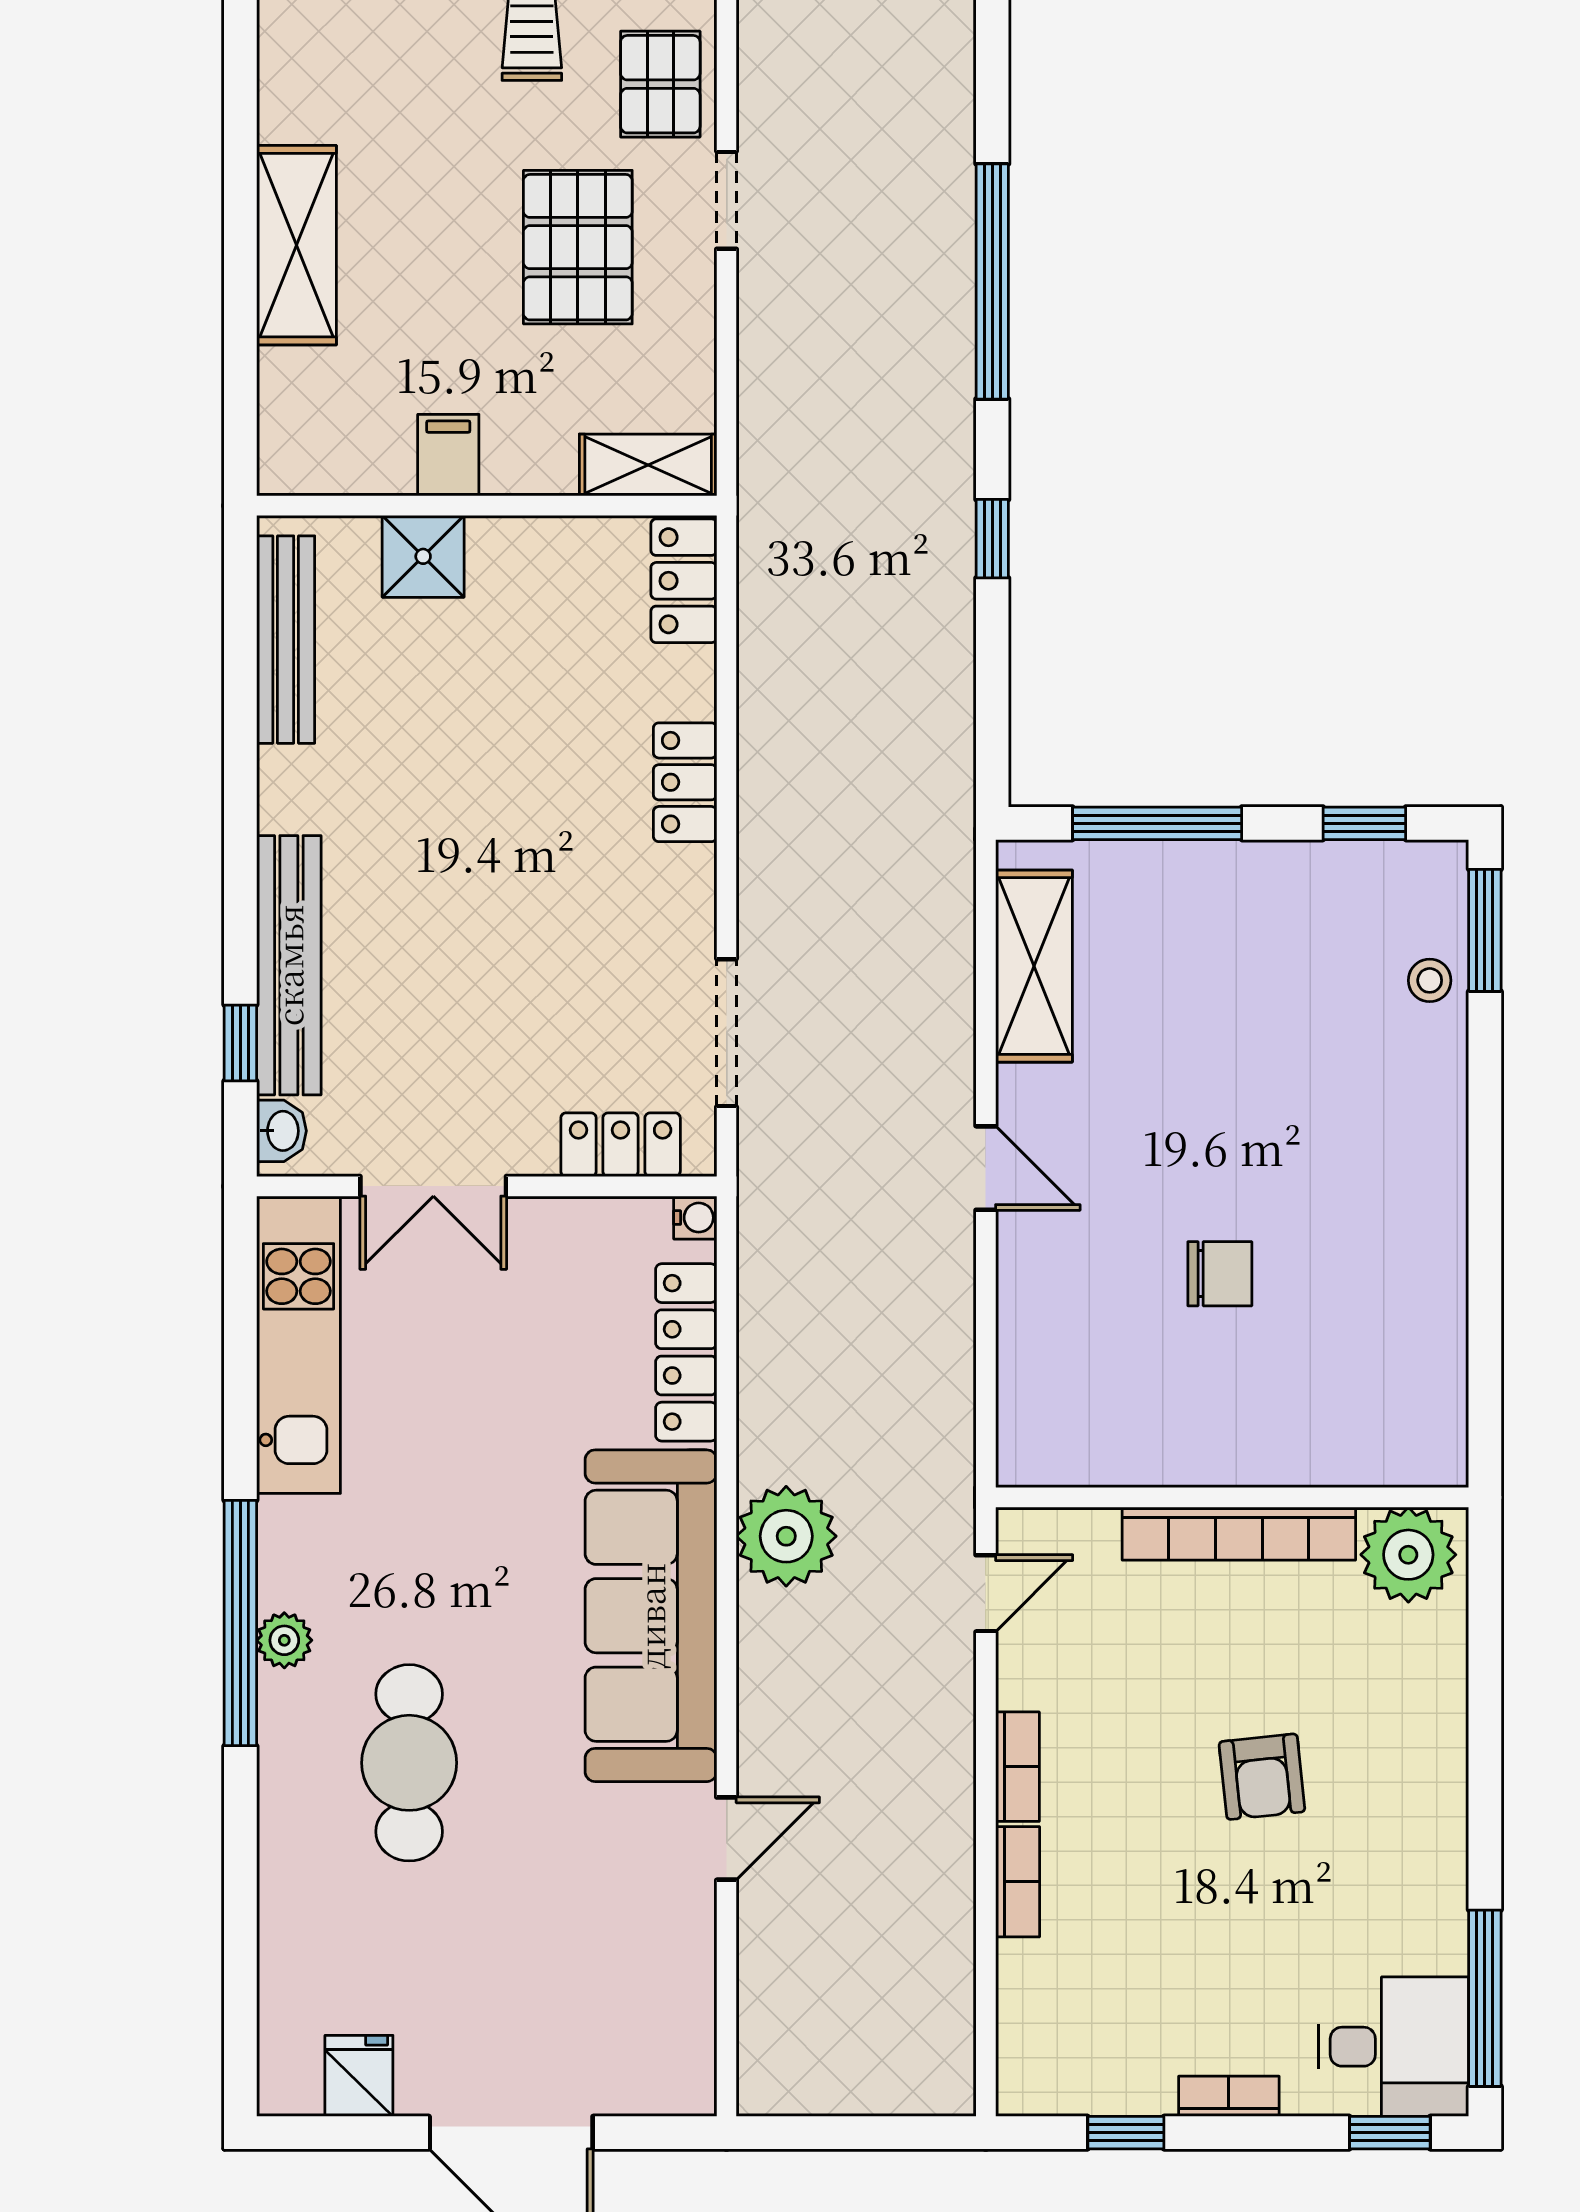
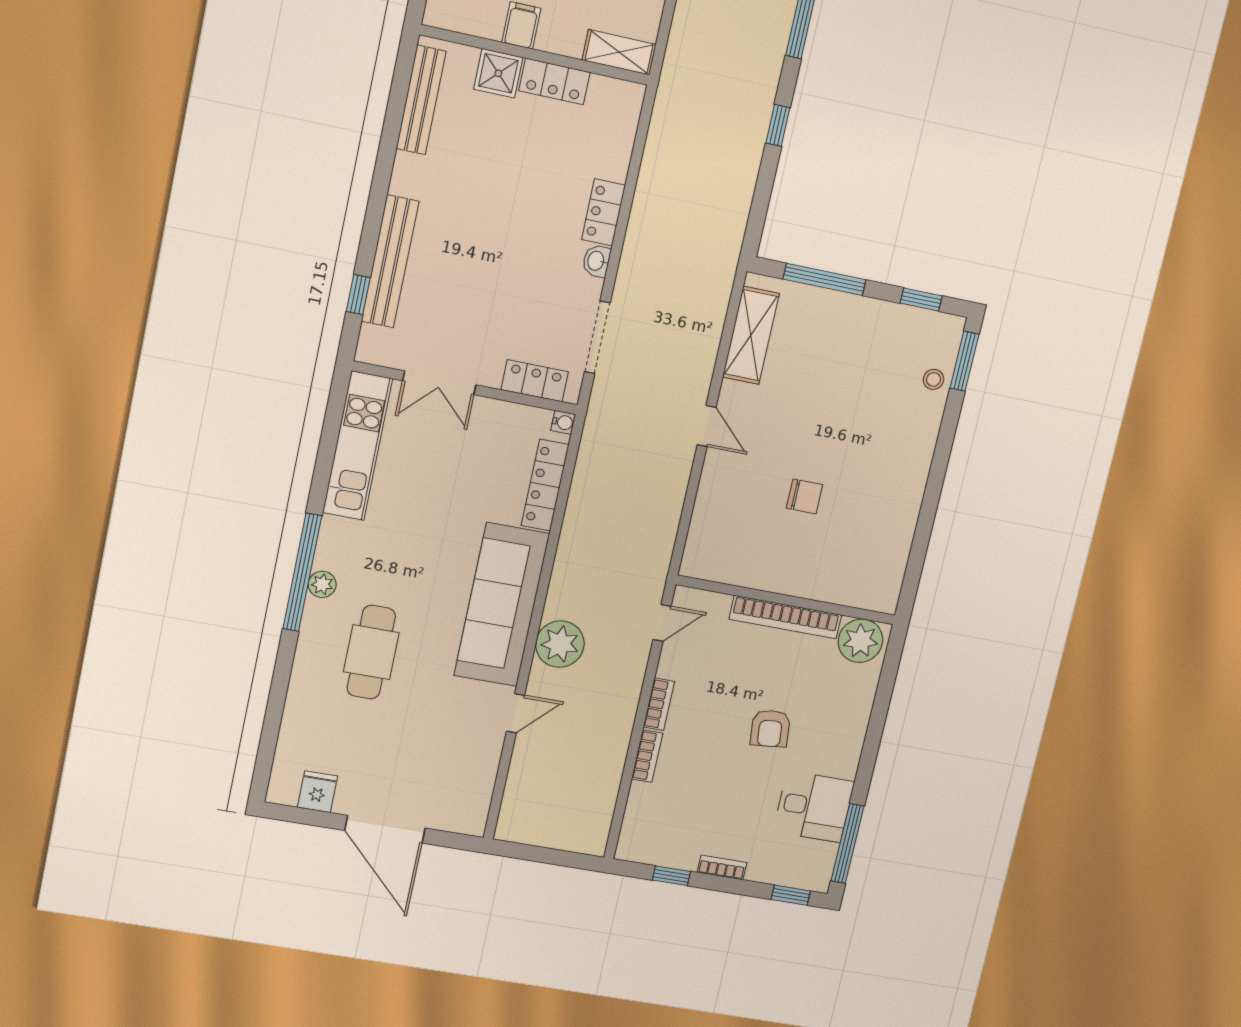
locker: (684, 581) -> (554, 81), moved, turned -90
washbasin: (281, 1131) -> (596, 261), moved, turned 180
plant: (786, 1536) -> (560, 644), moved
desk: (1393, 2047) -> (814, 807), moved

